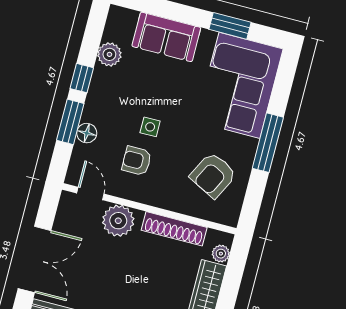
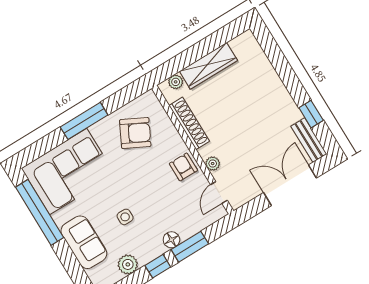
window: (230, 26) -> (40, 212), width x2.11
side table: (150, 127) -> (125, 217), moved
floor lamp: (87, 133) -> (171, 240), moved
armchair: (137, 161) -> (183, 167), moved, turned 180
plant: (118, 221) -> (213, 164), width x0.53, depth x0.53

